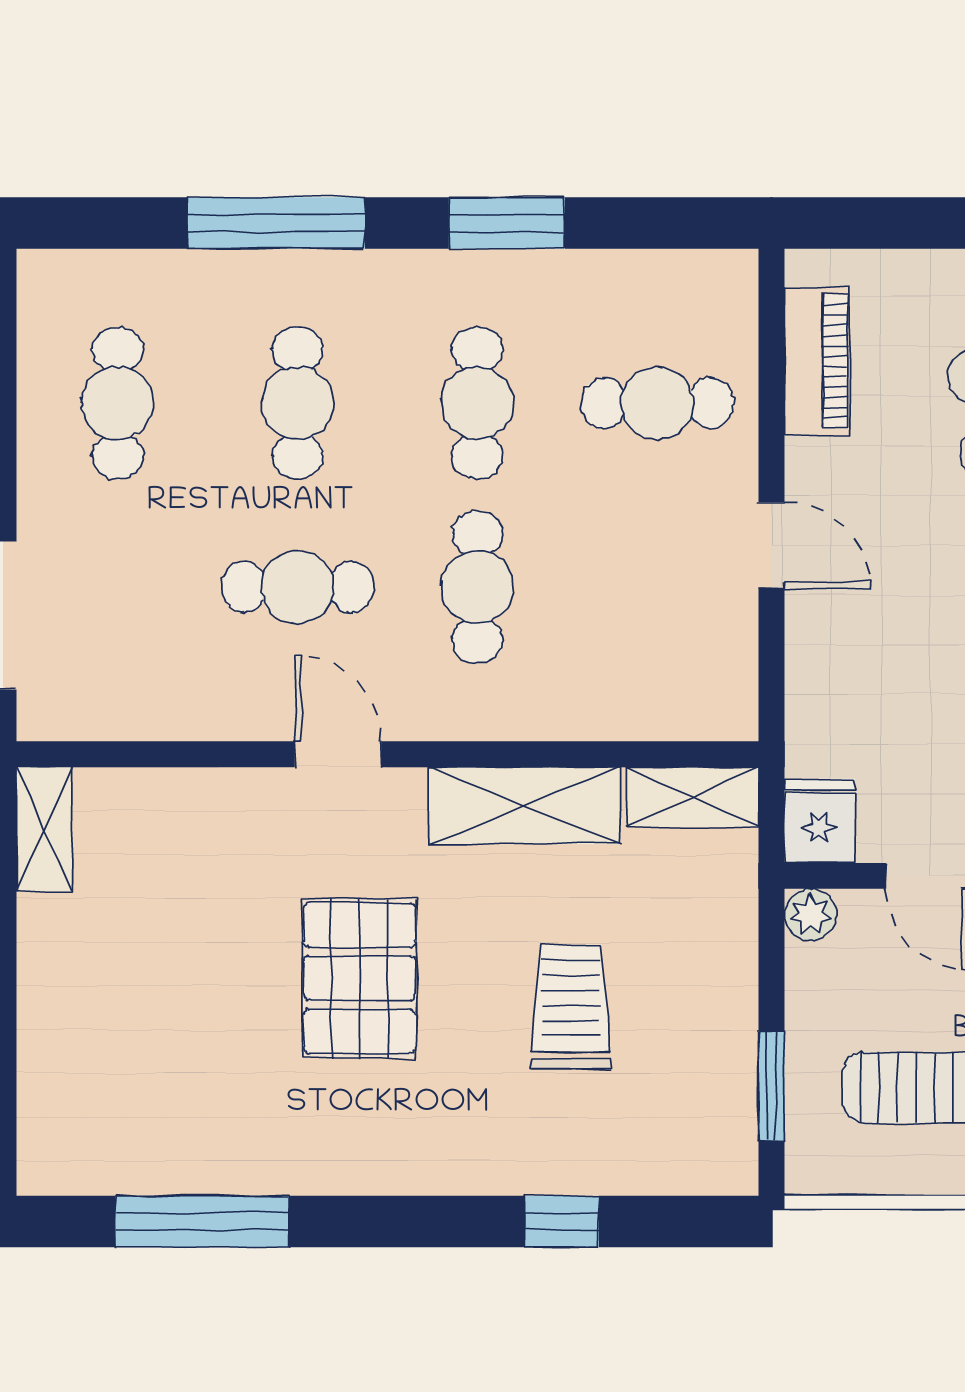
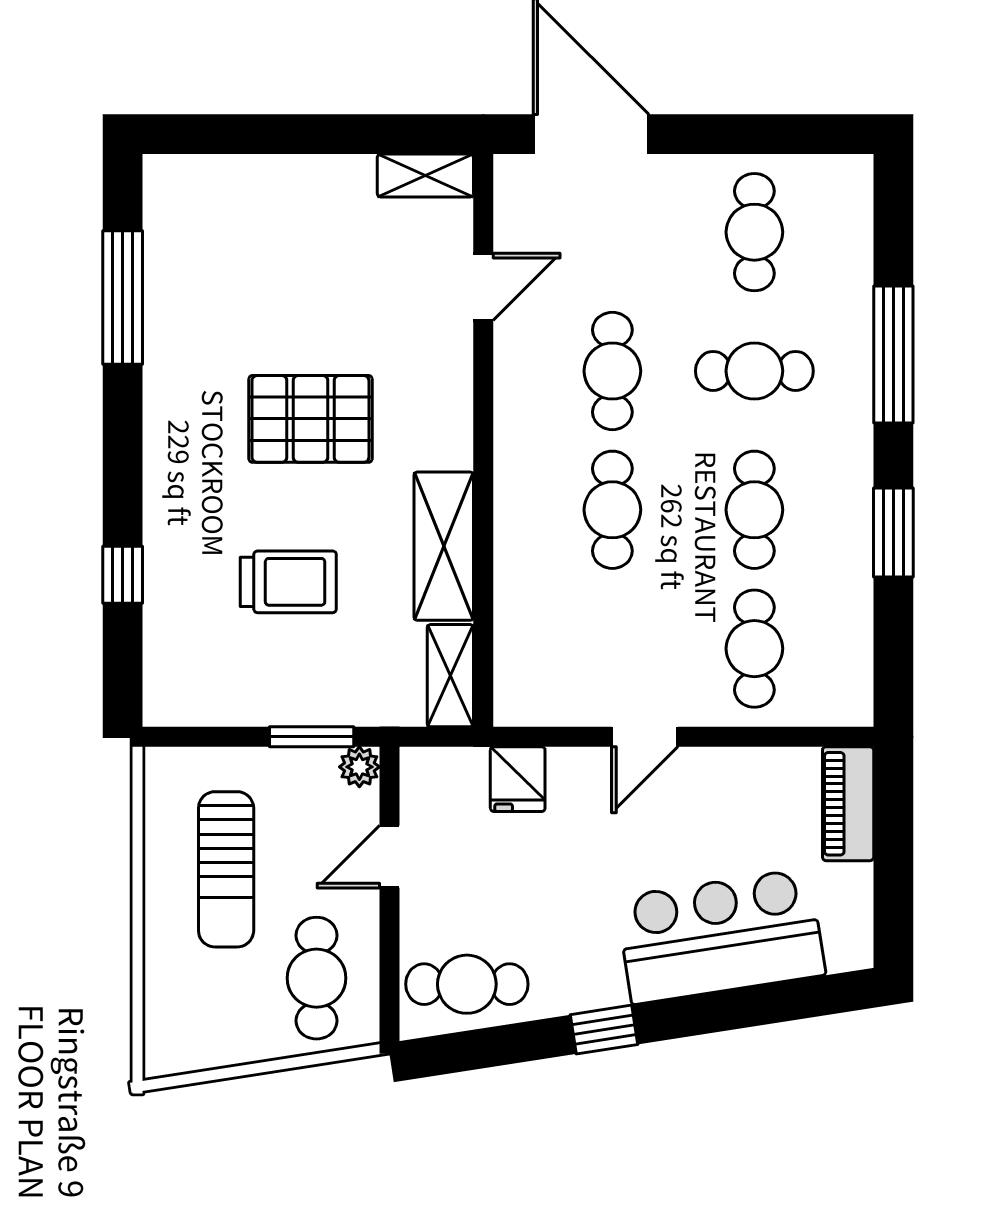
piano: (817, 361) -> (848, 804), moved, turned 90
cafe table: (118, 403) -> (754, 232), turned 90
cafe table: (477, 403) -> (754, 510), turned 90
cafe table: (477, 587) -> (612, 510), turned 90
door: (338, 754) -> (483, 287), moved
fridge: (820, 821) -> (518, 779), moved, turned 90
window: (771, 1086) -> (312, 737), moved

